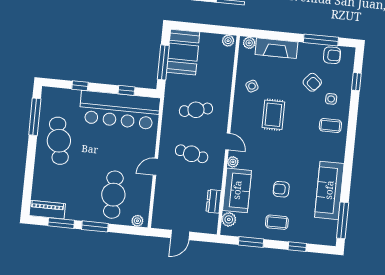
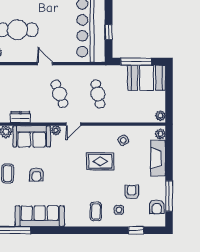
armchair: (312, 82) -> (132, 192), turned 140
cafe table: (192, 154) -> (59, 94), turned -33
armchair: (281, 189) -> (37, 174), turned 180

